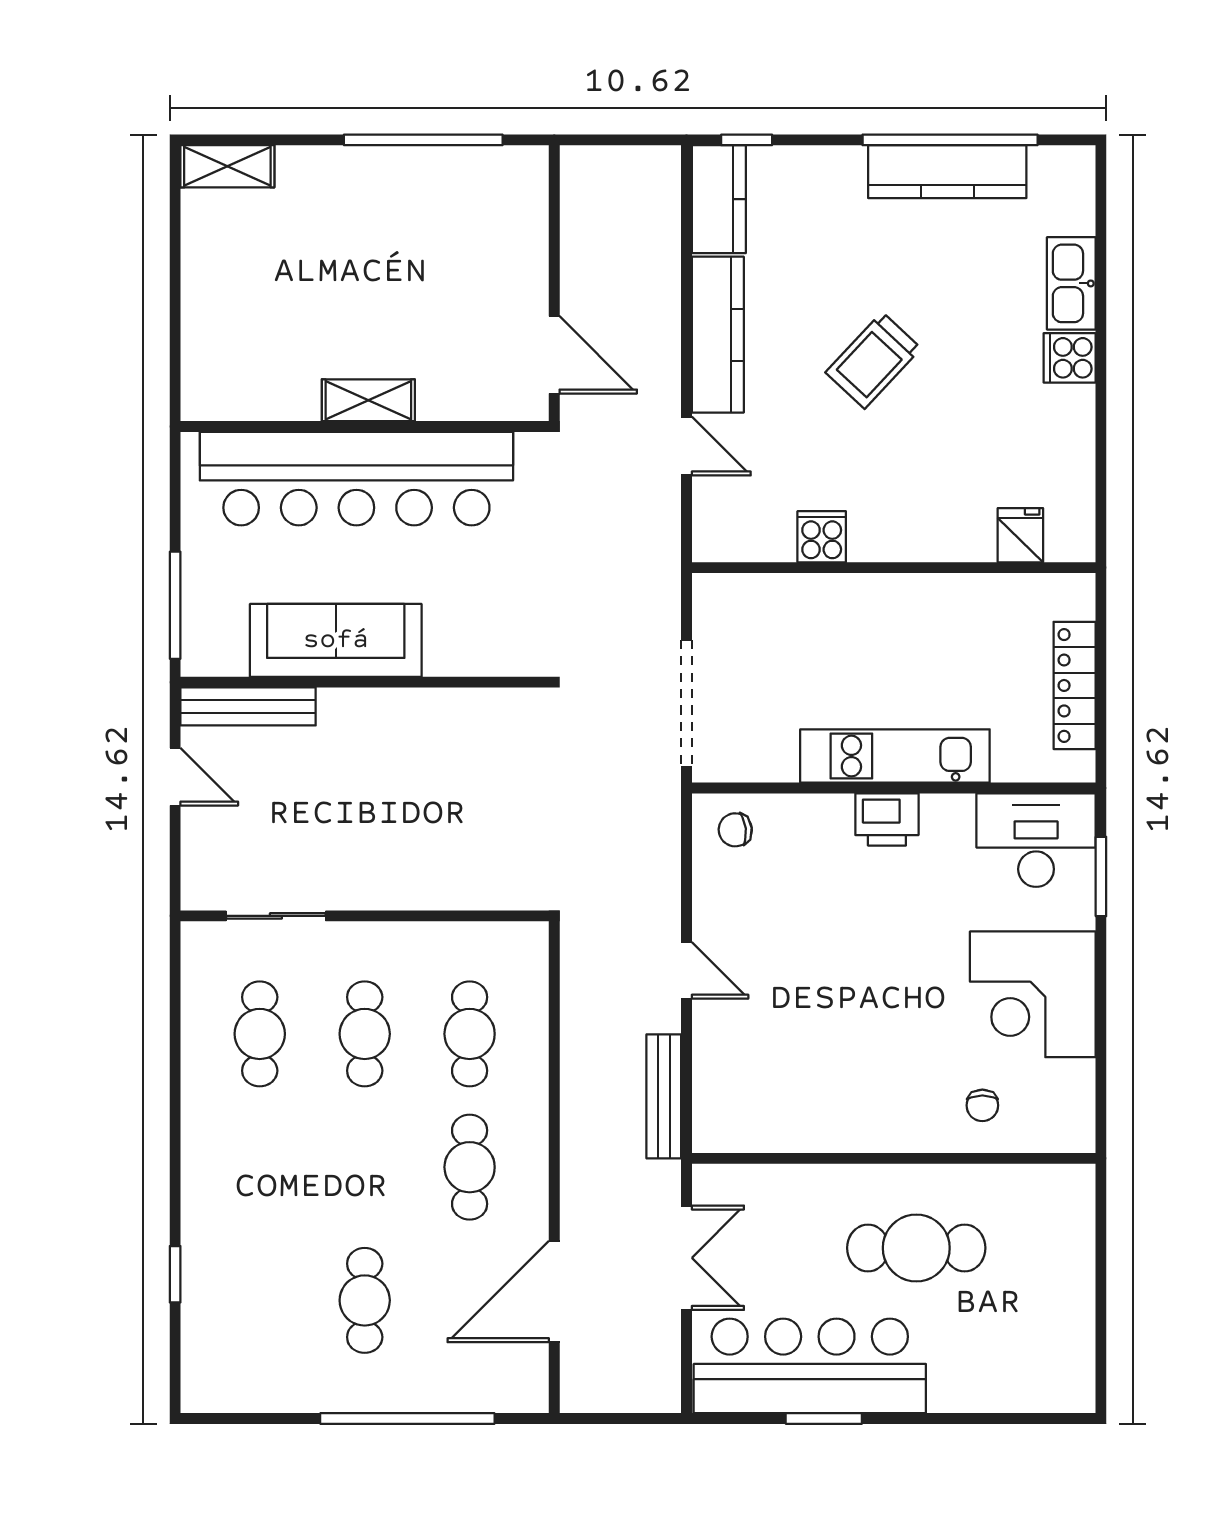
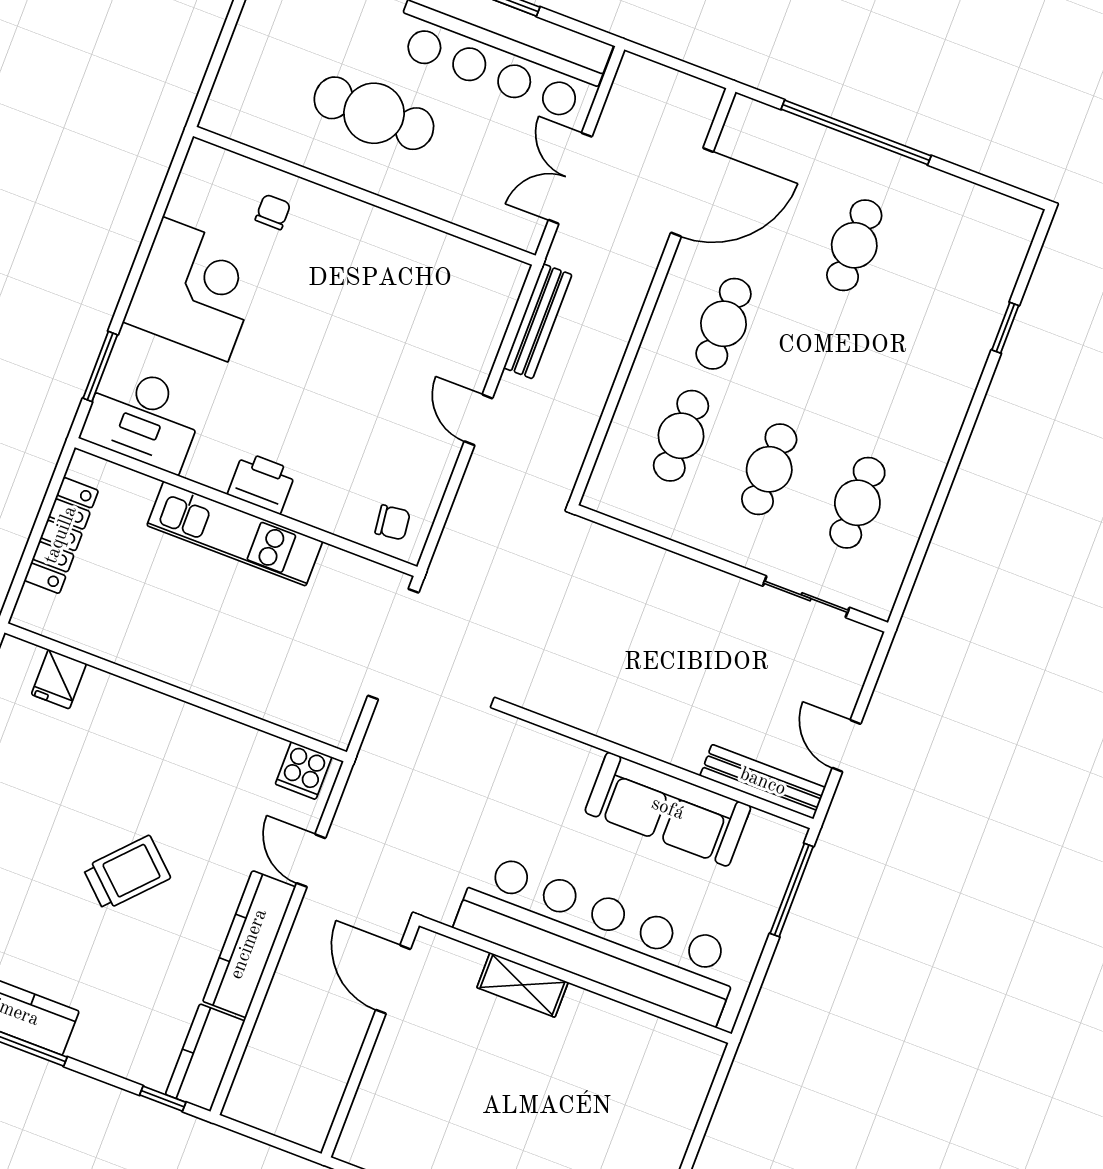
shelving: (368, 400) -> (523, 985), moved
cooker: (822, 537) -> (304, 770), moved

